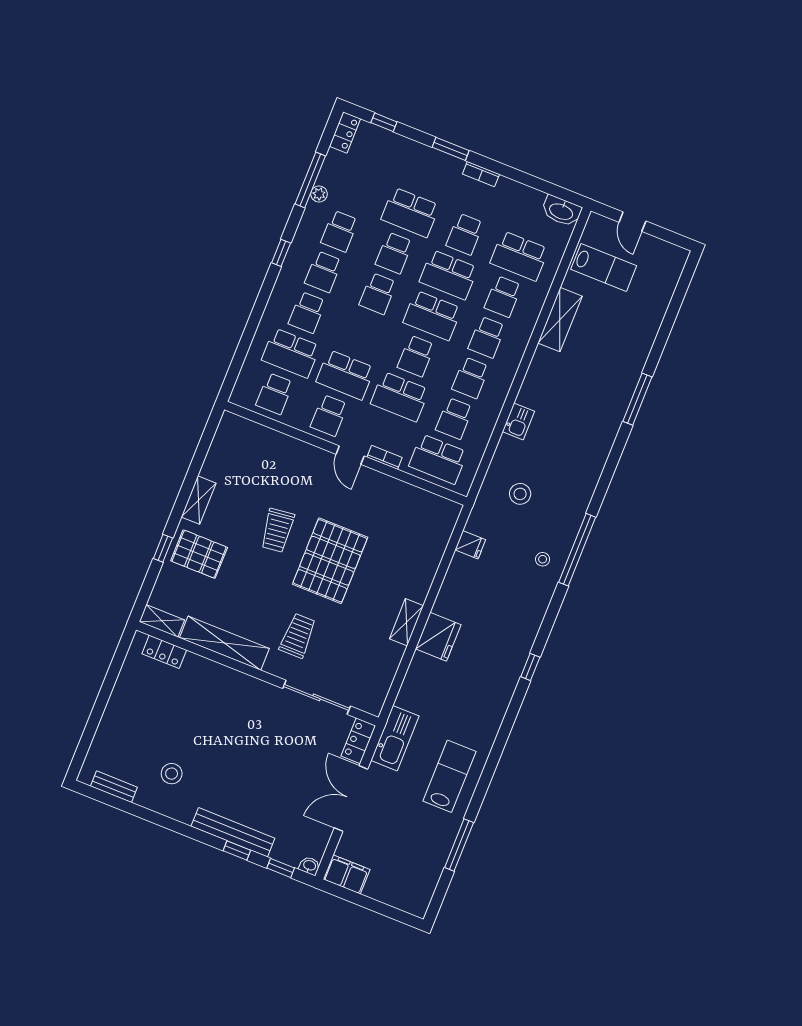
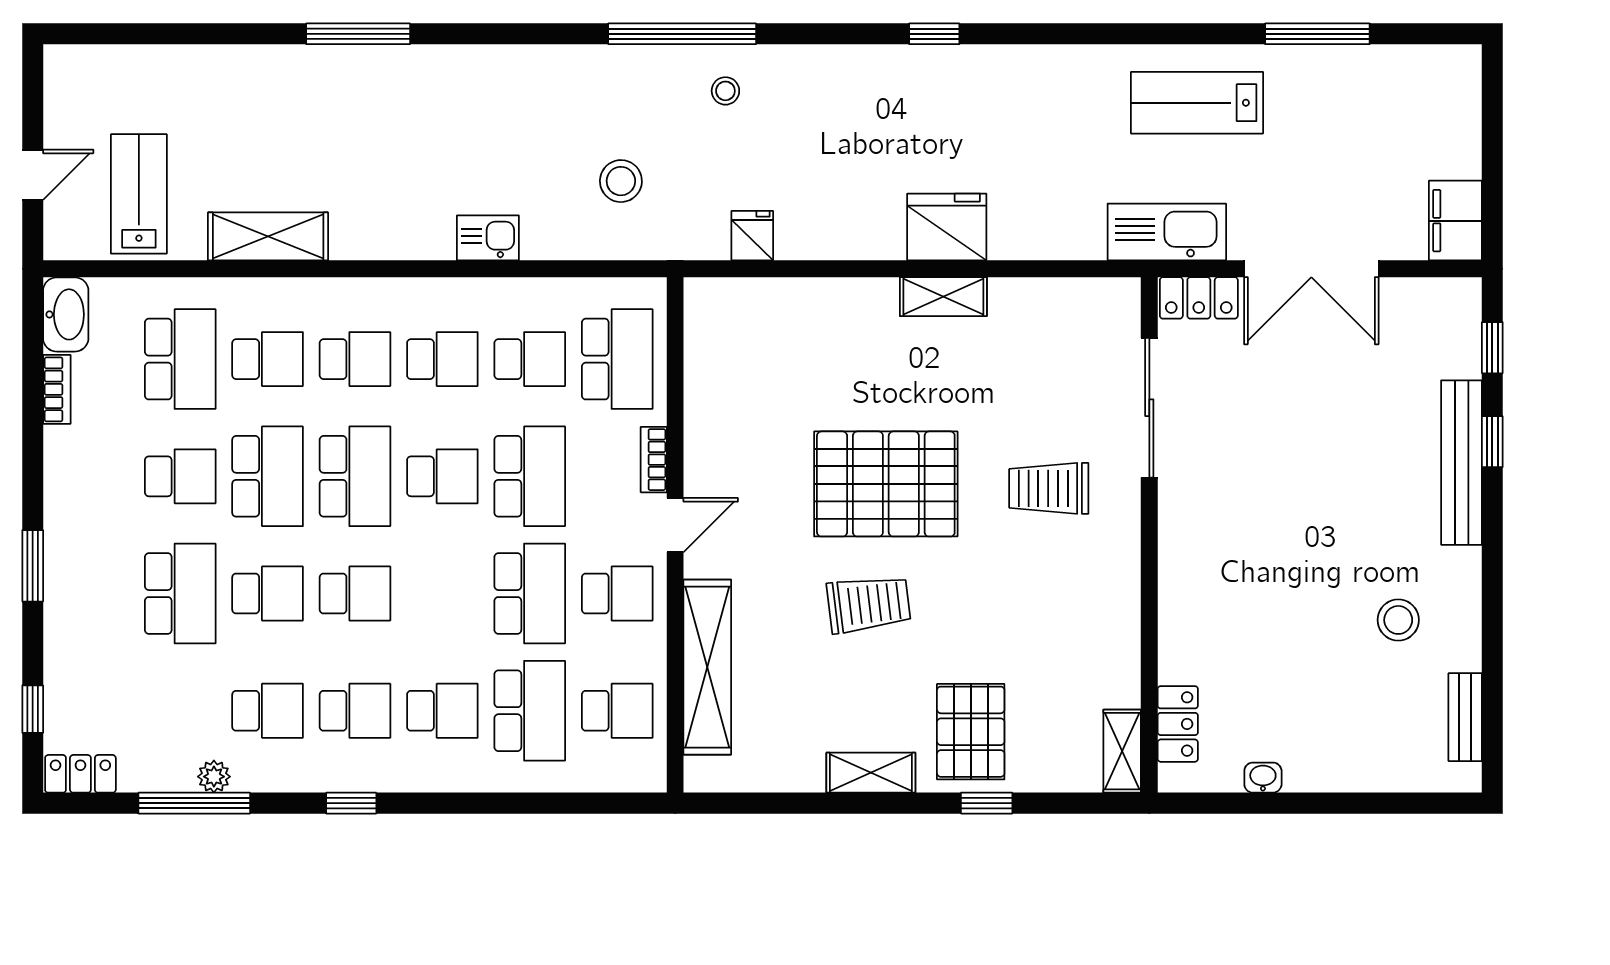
bookcase: (481, 174) -> (57, 389), moved
shelving: (224, 643) -> (707, 667), moved
washbasin: (309, 866) -> (1263, 778), moved, turned 90

